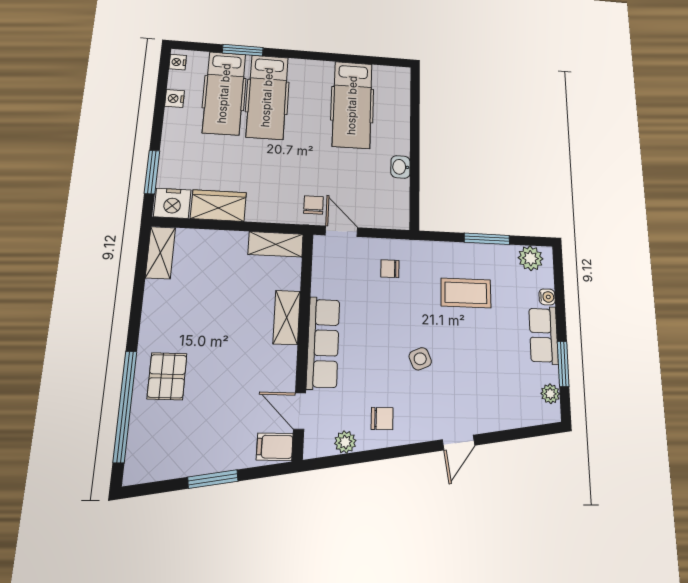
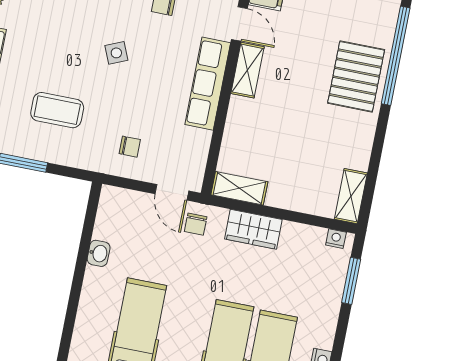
nightstand: (172, 203) -> (336, 239), width x0.53, depth x0.56
wardrobe: (218, 206) -> (253, 229), moved
shelving: (287, 317) -> (247, 70), moved
pallet: (167, 376) -> (356, 76), width x1.50, depth x1.42

